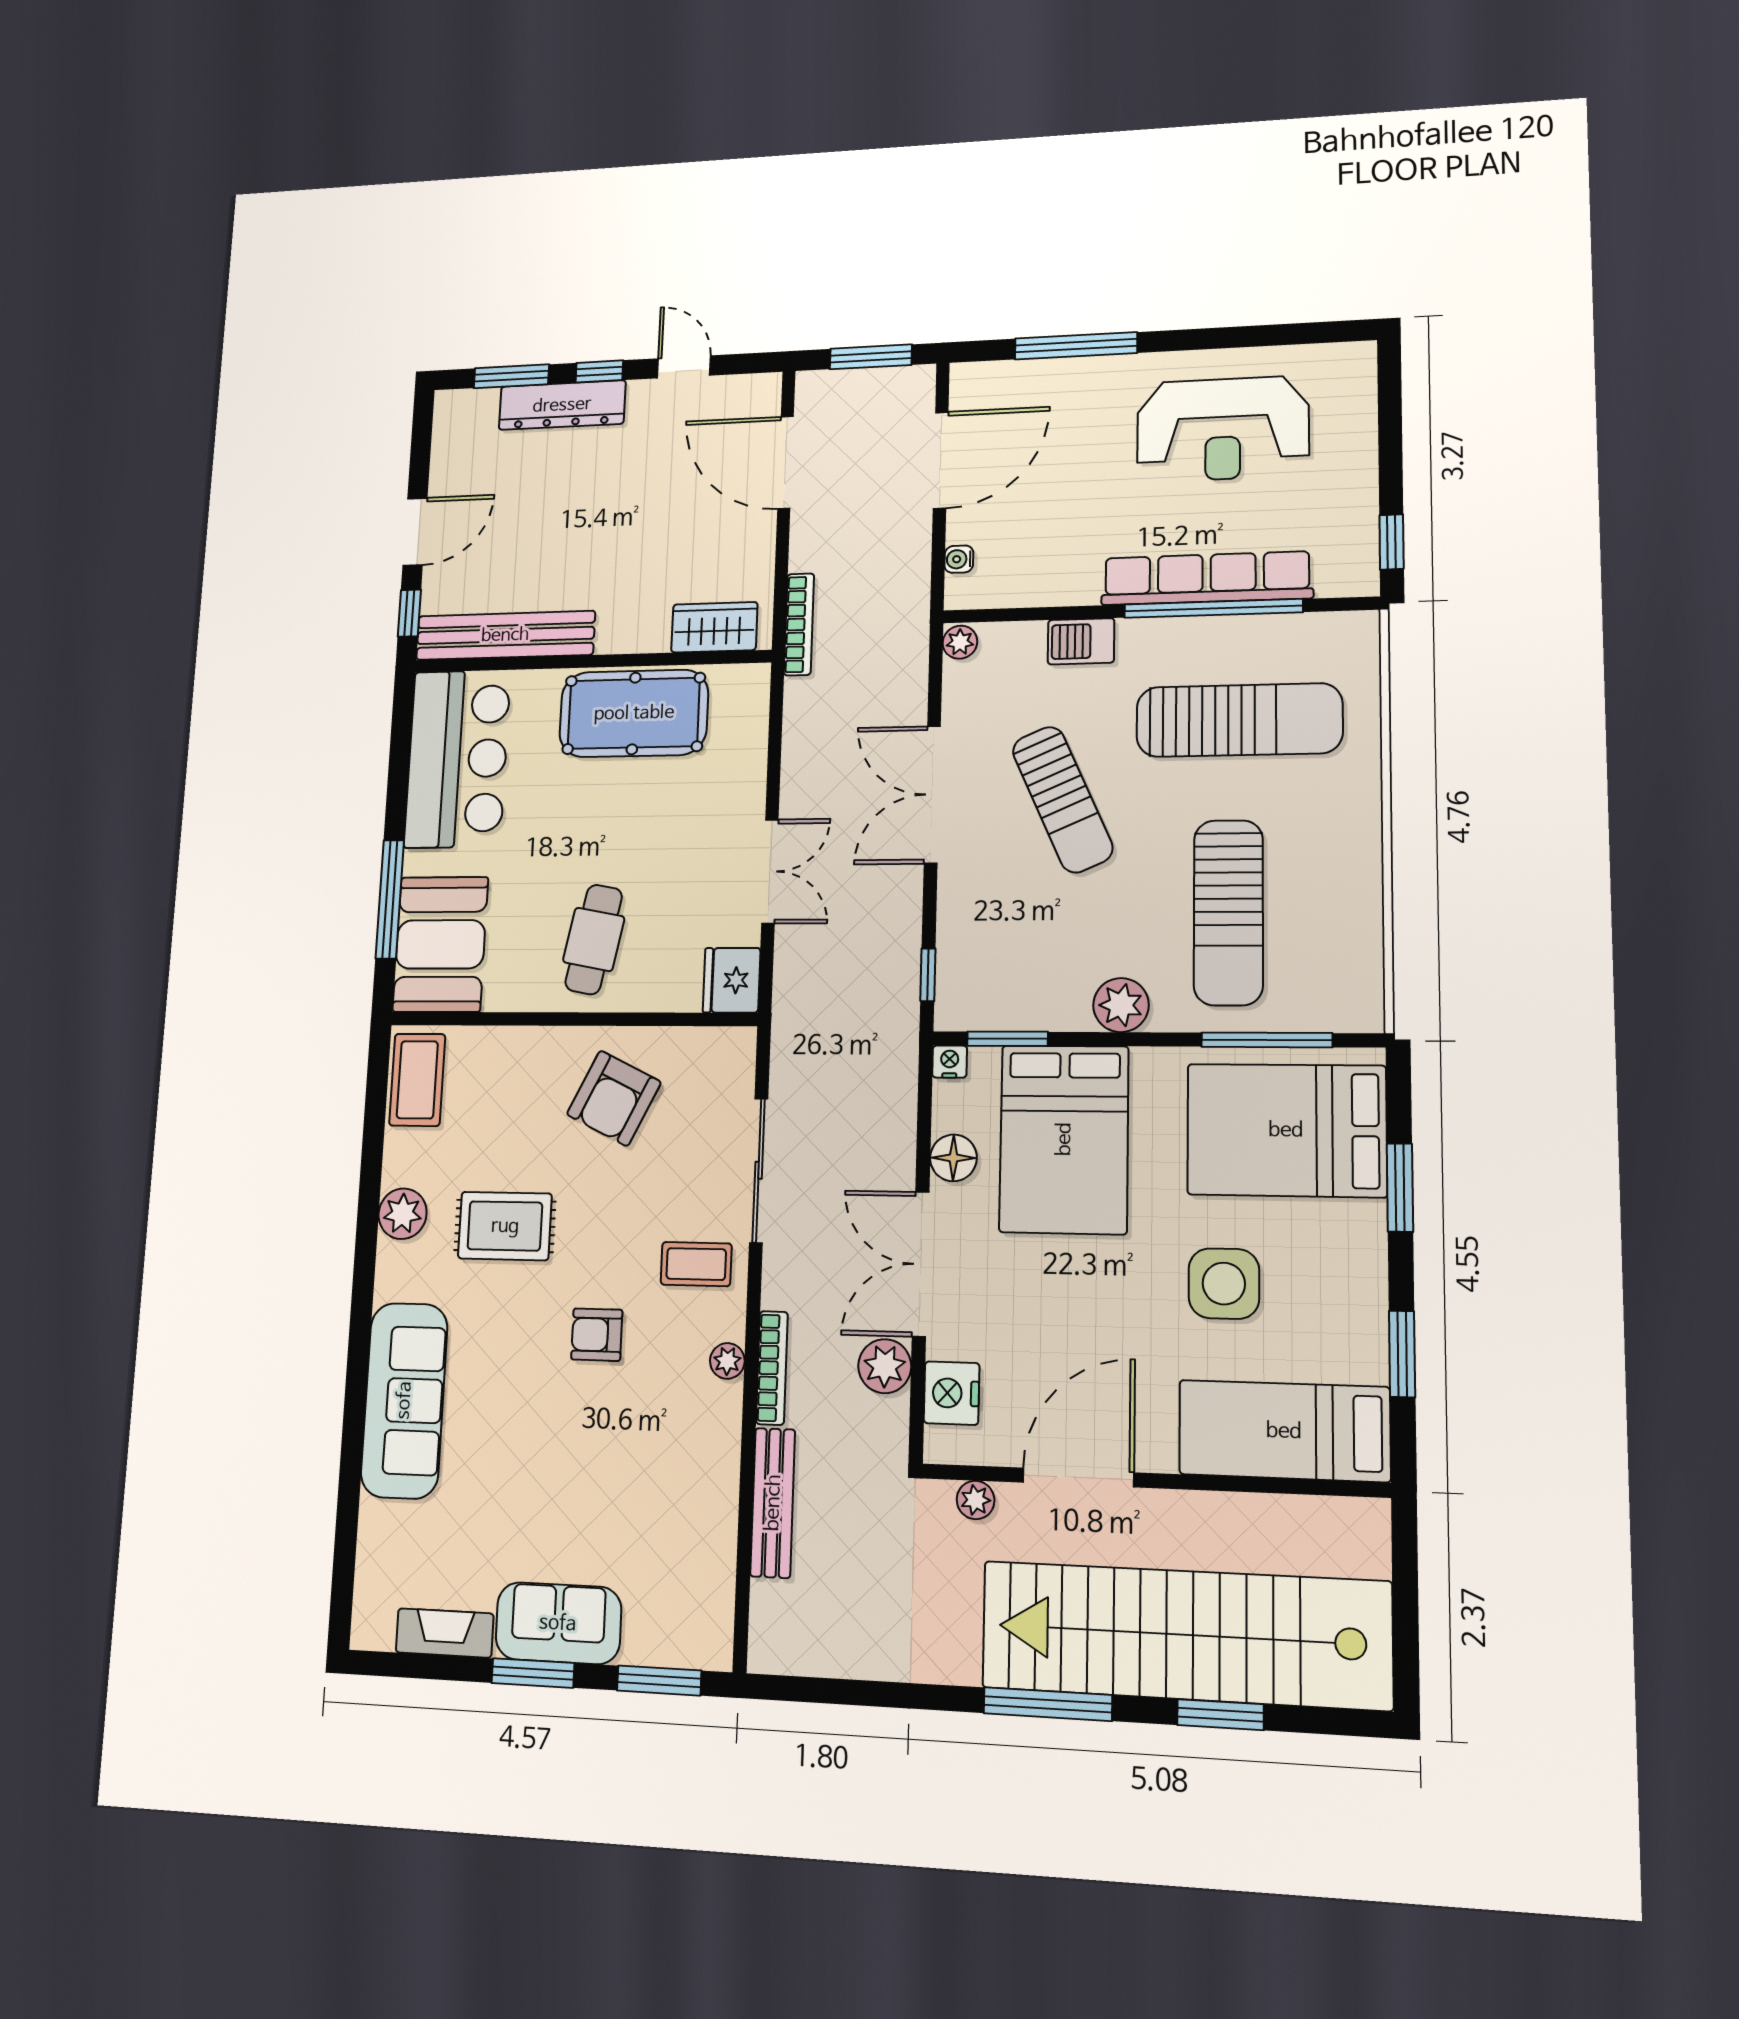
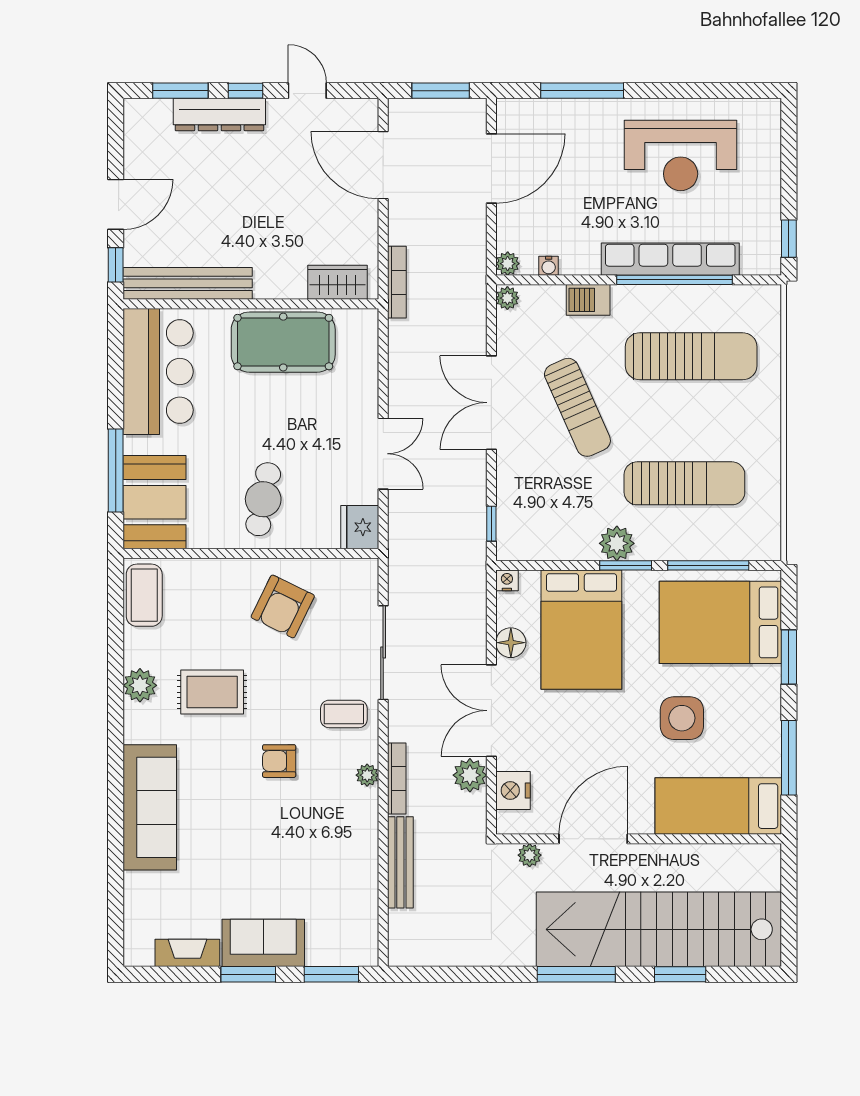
water cooler: (959, 559) -> (549, 266), moved, turned -90
plant: (961, 593) -> (508, 264), added
sun lounger: (1228, 912) -> (684, 483), turned -90
window: (1007, 1039) -> (626, 565), moved
window: (1402, 1354) -> (789, 758), width x1.44

